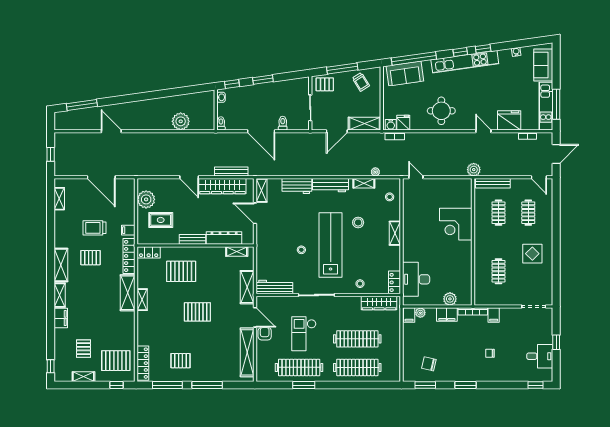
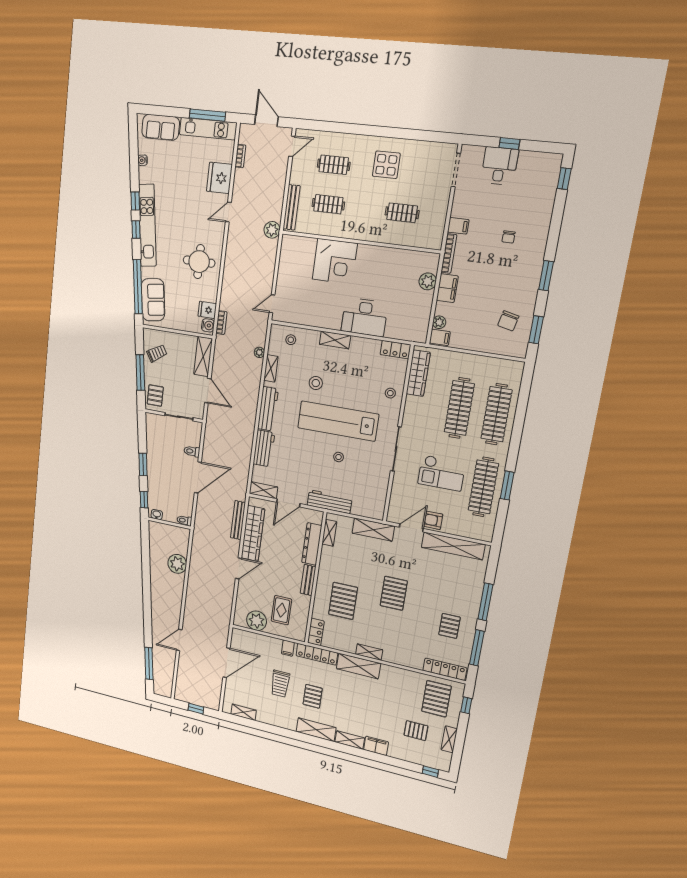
desk: (416, 279) -> (364, 317), moved
workbench: (274, 287) -> (330, 502), moved, turned 90
desk: (540, 356) -> (500, 166), moved

